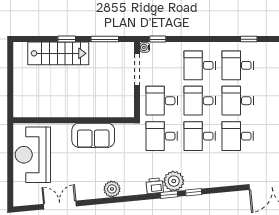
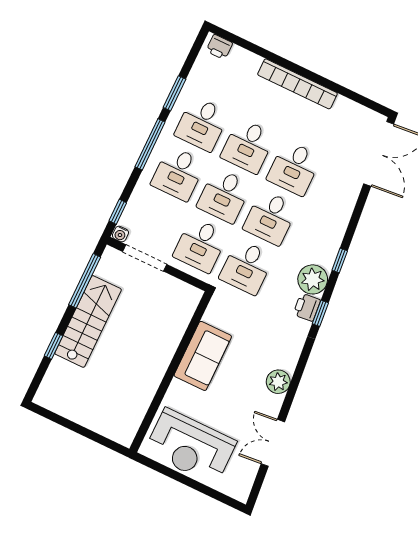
window: (67, 39) -> (54, 346), moved
window: (105, 39) -> (85, 281), width x1.44
window: (210, 39) -> (150, 144), added
window: (249, 39) -> (175, 93), width x1.50
stairs: (58, 53) -> (88, 321), moved
plant: (112, 189) -> (278, 382), moved
window: (169, 195) -> (320, 313), moved

